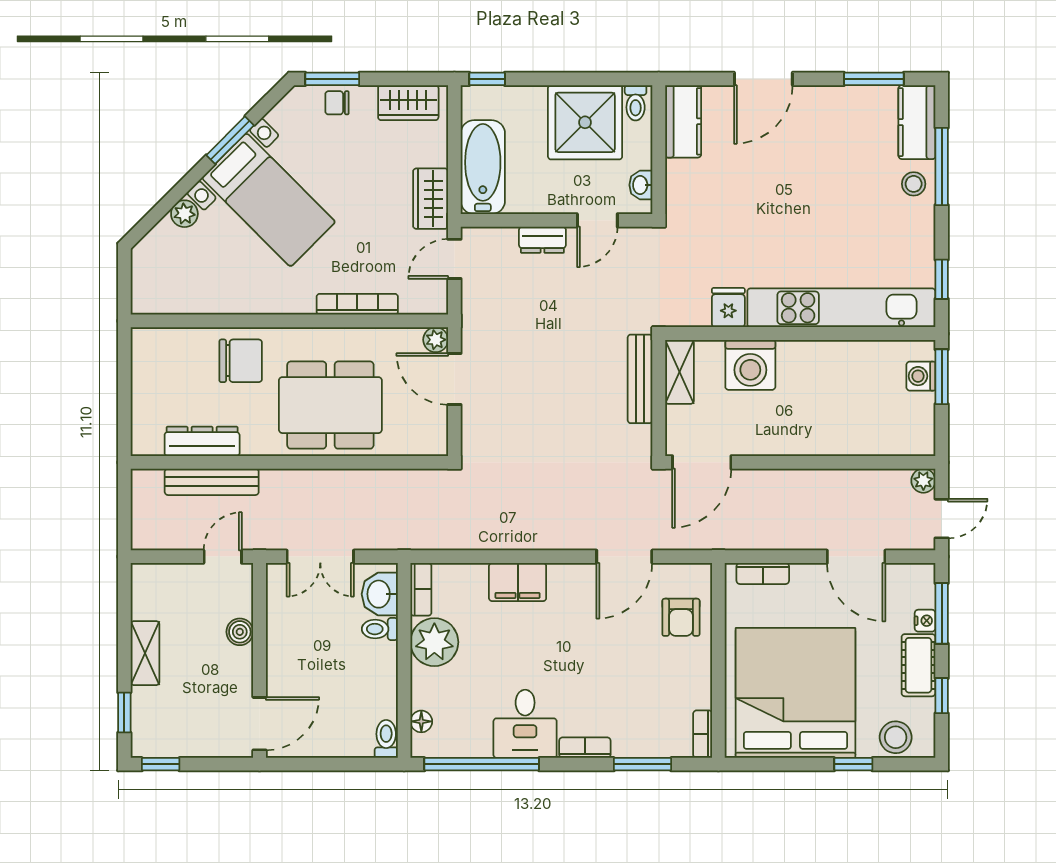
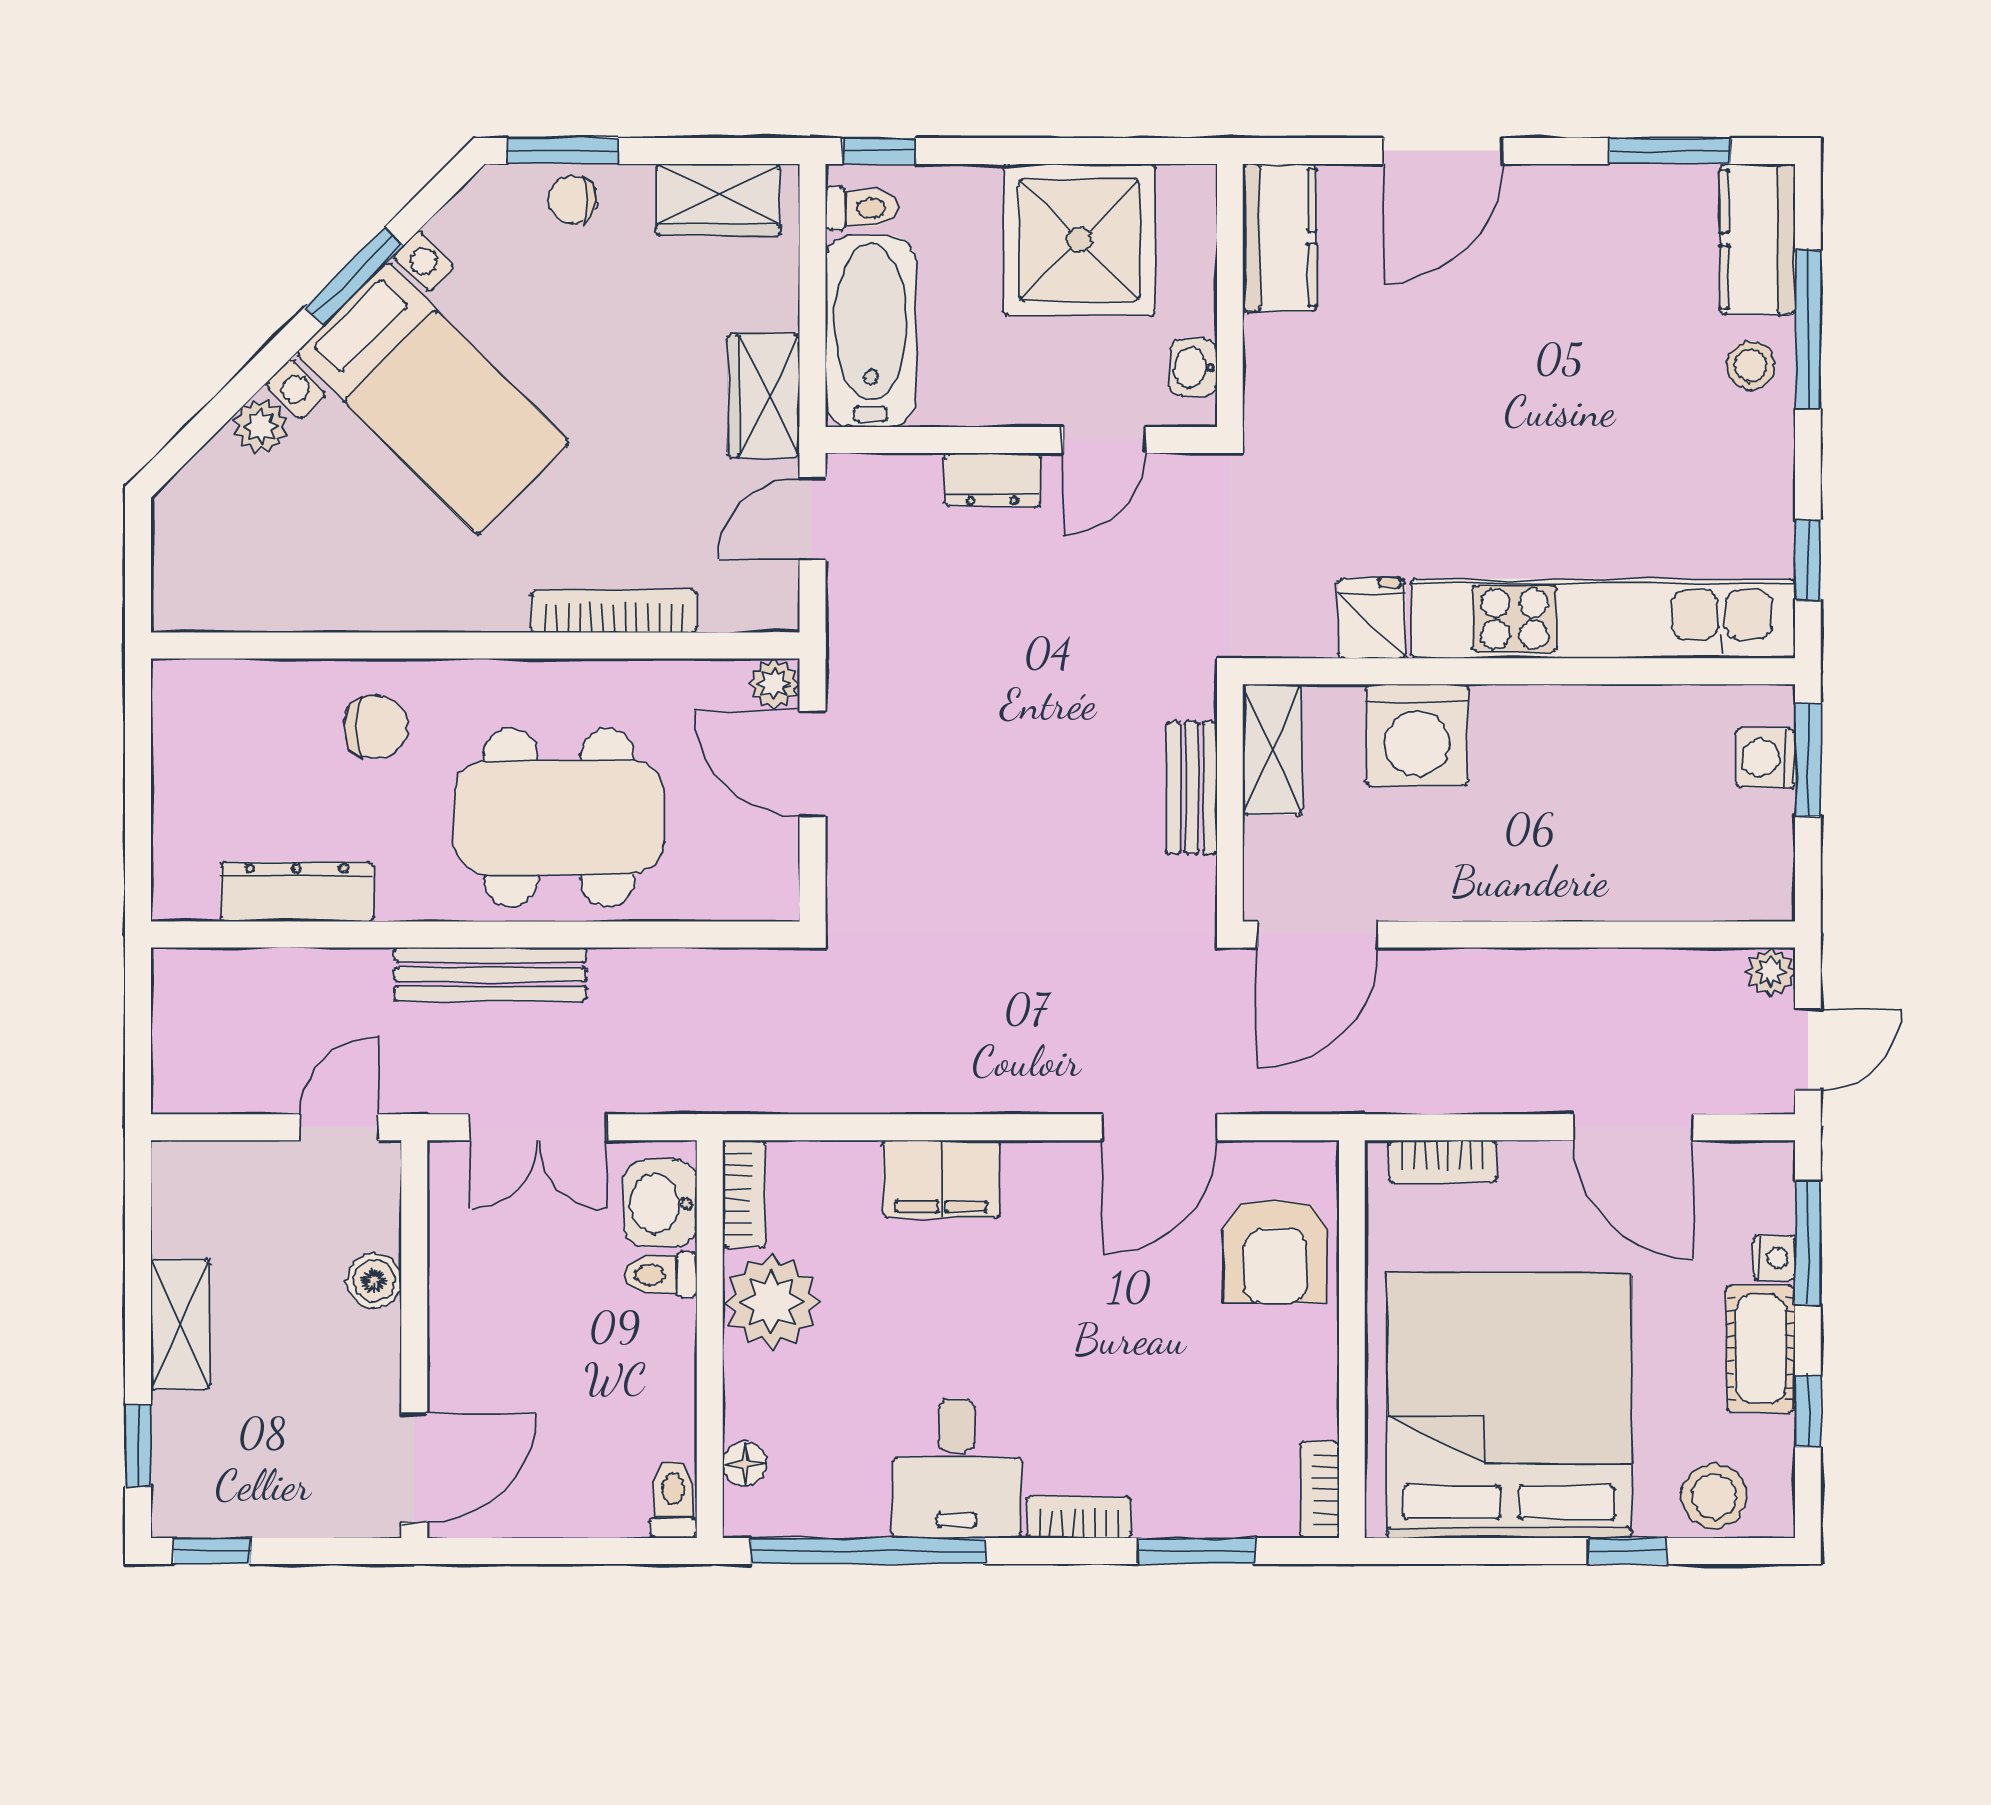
toilet: (636, 103) -> (861, 208), moved, turned -90
chair: (241, 361) -> (376, 727), width x0.73, depth x0.73
bench: (640, 379) -> (1192, 788), width x0.73
bench: (212, 482) -> (491, 974), moved
armchair: (681, 617) -> (1275, 1251), width x1.38, depth x1.38

